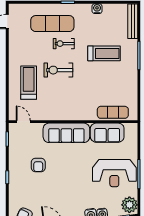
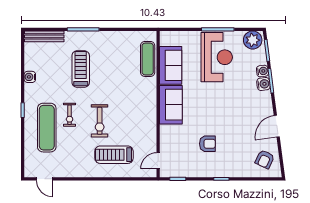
sofa: (66, 133) -> (171, 105), width x0.73

